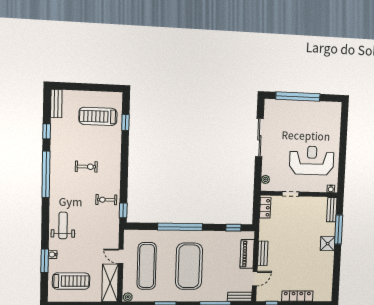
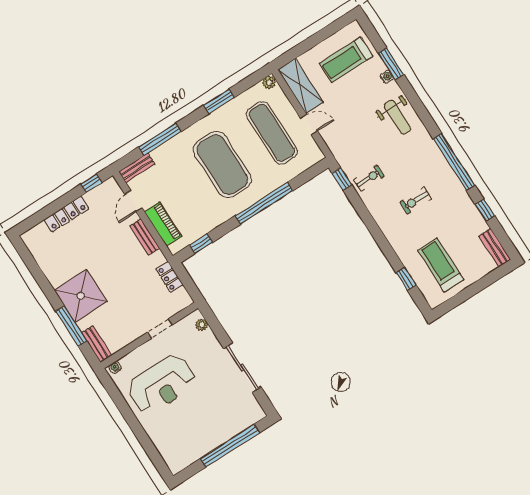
treadmill: (98, 116) -> (441, 265), turned -90
locker: (265, 208) -> (169, 277), moved
shower: (328, 244) -> (81, 296), width x1.86, depth x1.86

